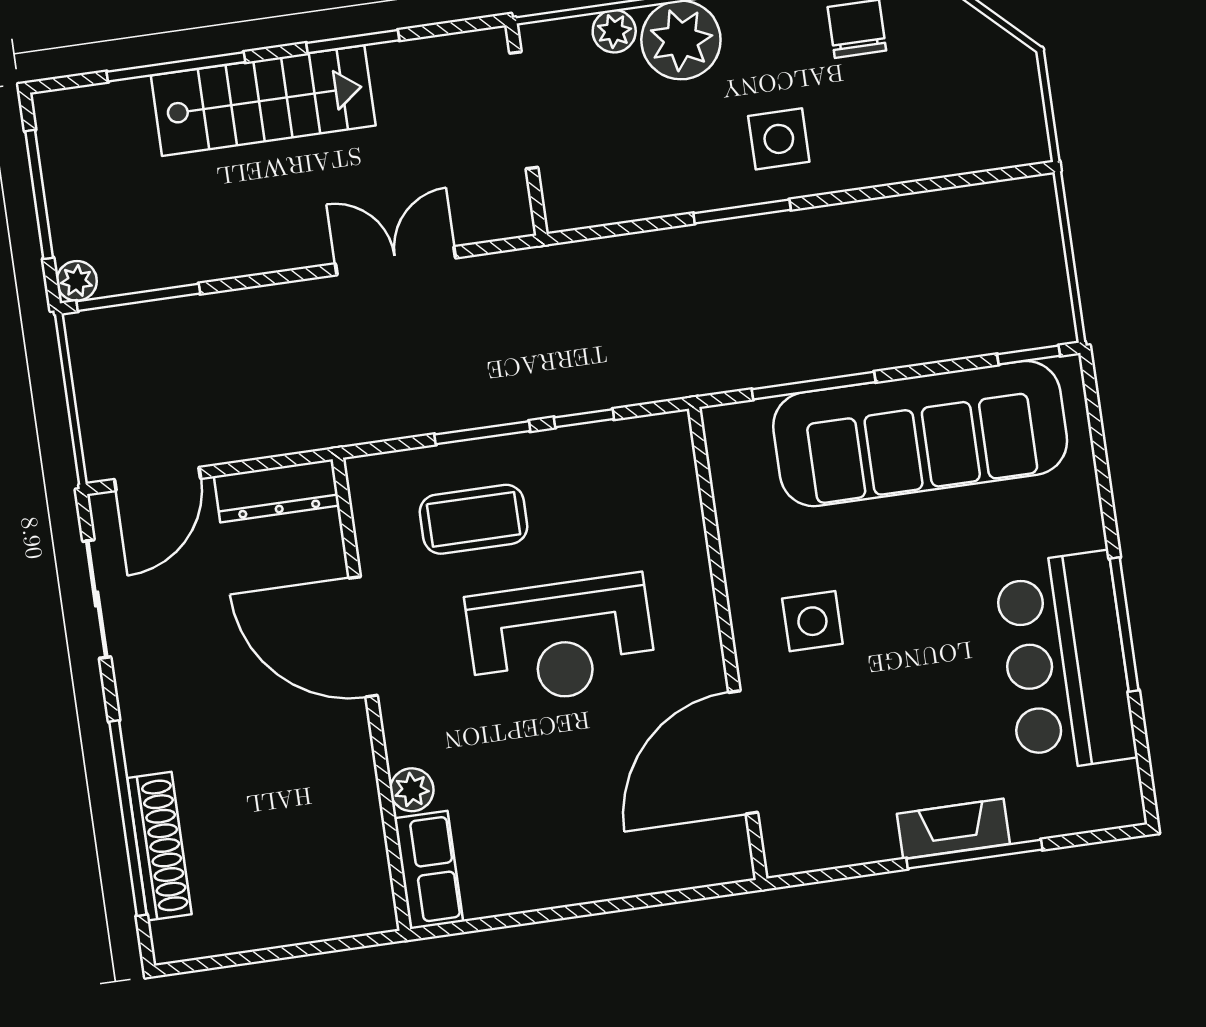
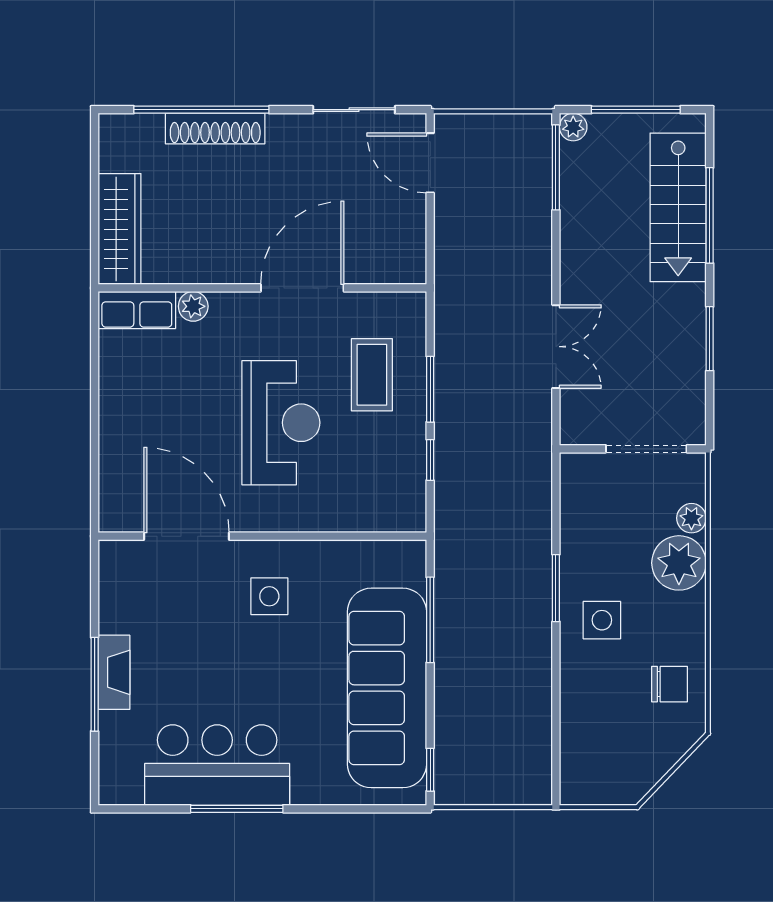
stairs: (263, 101) -> (678, 207), moved
dresser: (277, 491) -> (410, 243), removed
reception desk: (561, 640) -> (281, 423), turned 180
shoe rack: (159, 846) -> (215, 129), moved
wardrobe: (316, 911) -> (119, 229), added

